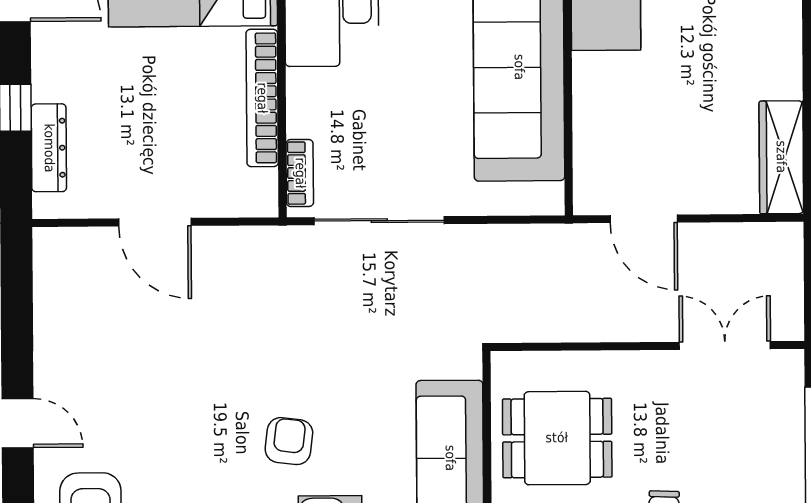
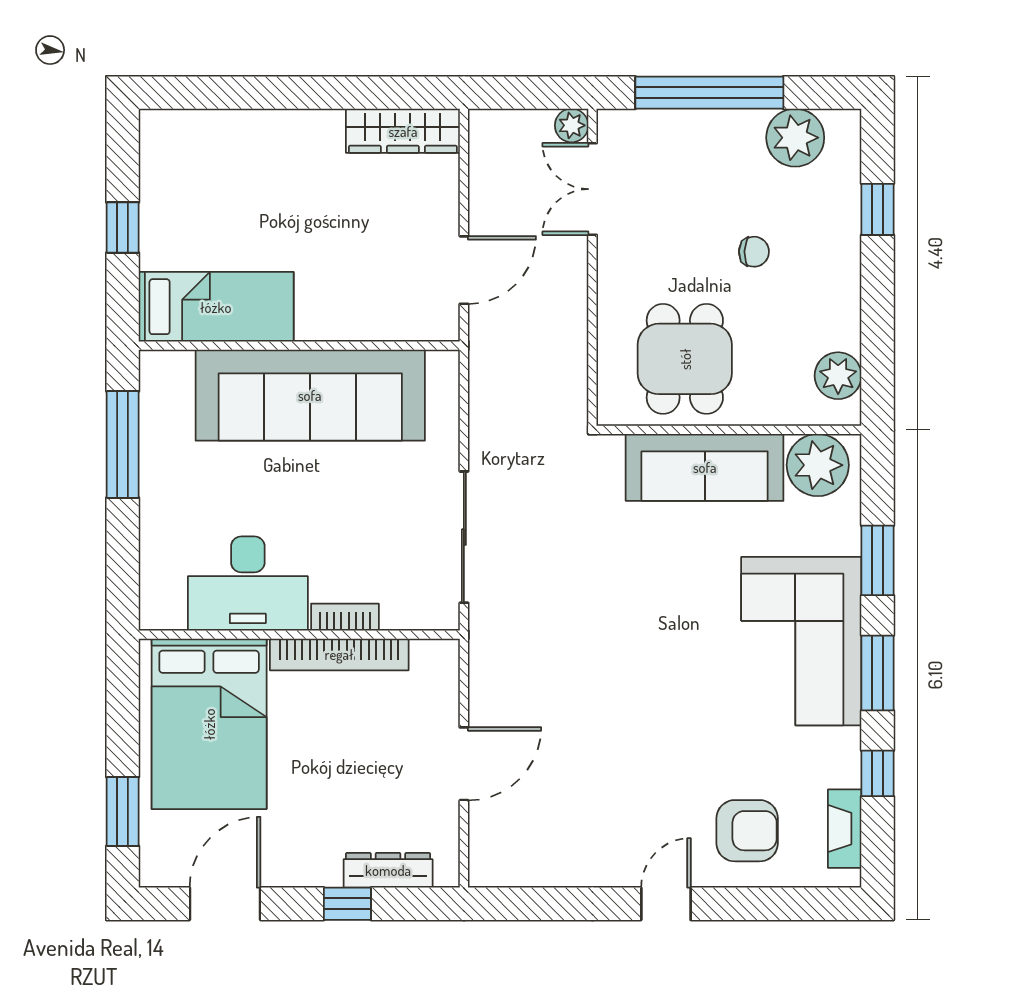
bookcase: (300, 173) -> (345, 617), moved
plant: (788, 324) -> (572, 125), added
armchair: (289, 441) -> (686, 630), removed

